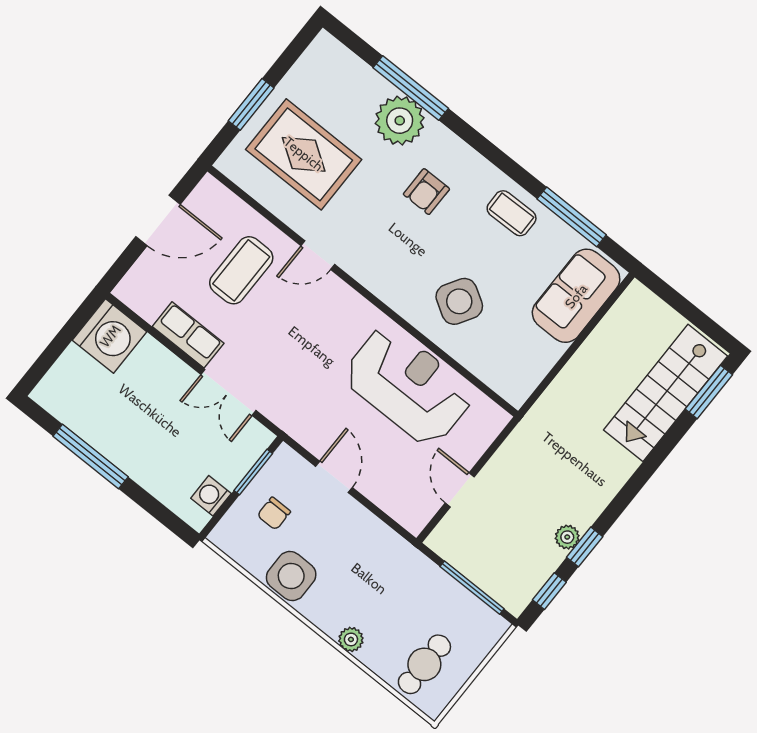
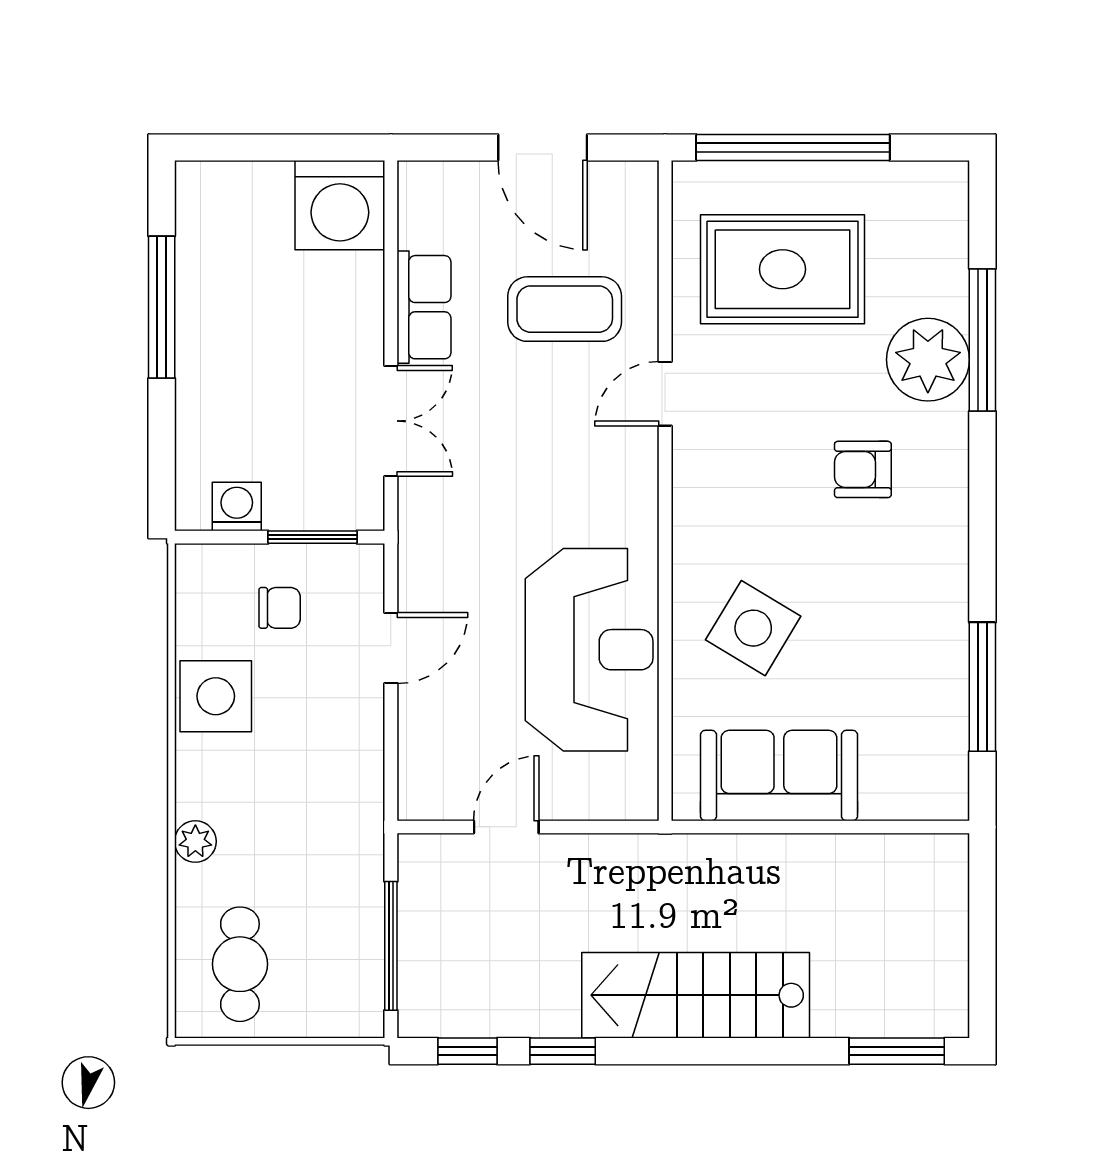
window: (251, 104) -> (793, 148), width x2.11
rug: (304, 154) -> (783, 269), turned 90
coffee table: (512, 213) -> (924, 604), removed
door: (318, 255) -> (665, 394), hinge flipped
sofa: (576, 296) -> (779, 775), moved
double door: (229, 392) -> (391, 421), swing flipped
stairs: (665, 393) -> (696, 995), moved
chair: (274, 514) -> (280, 608), turned 180
plant: (567, 537) -> (557, 1018), removed
cafe table: (424, 664) -> (240, 964), turned 90

